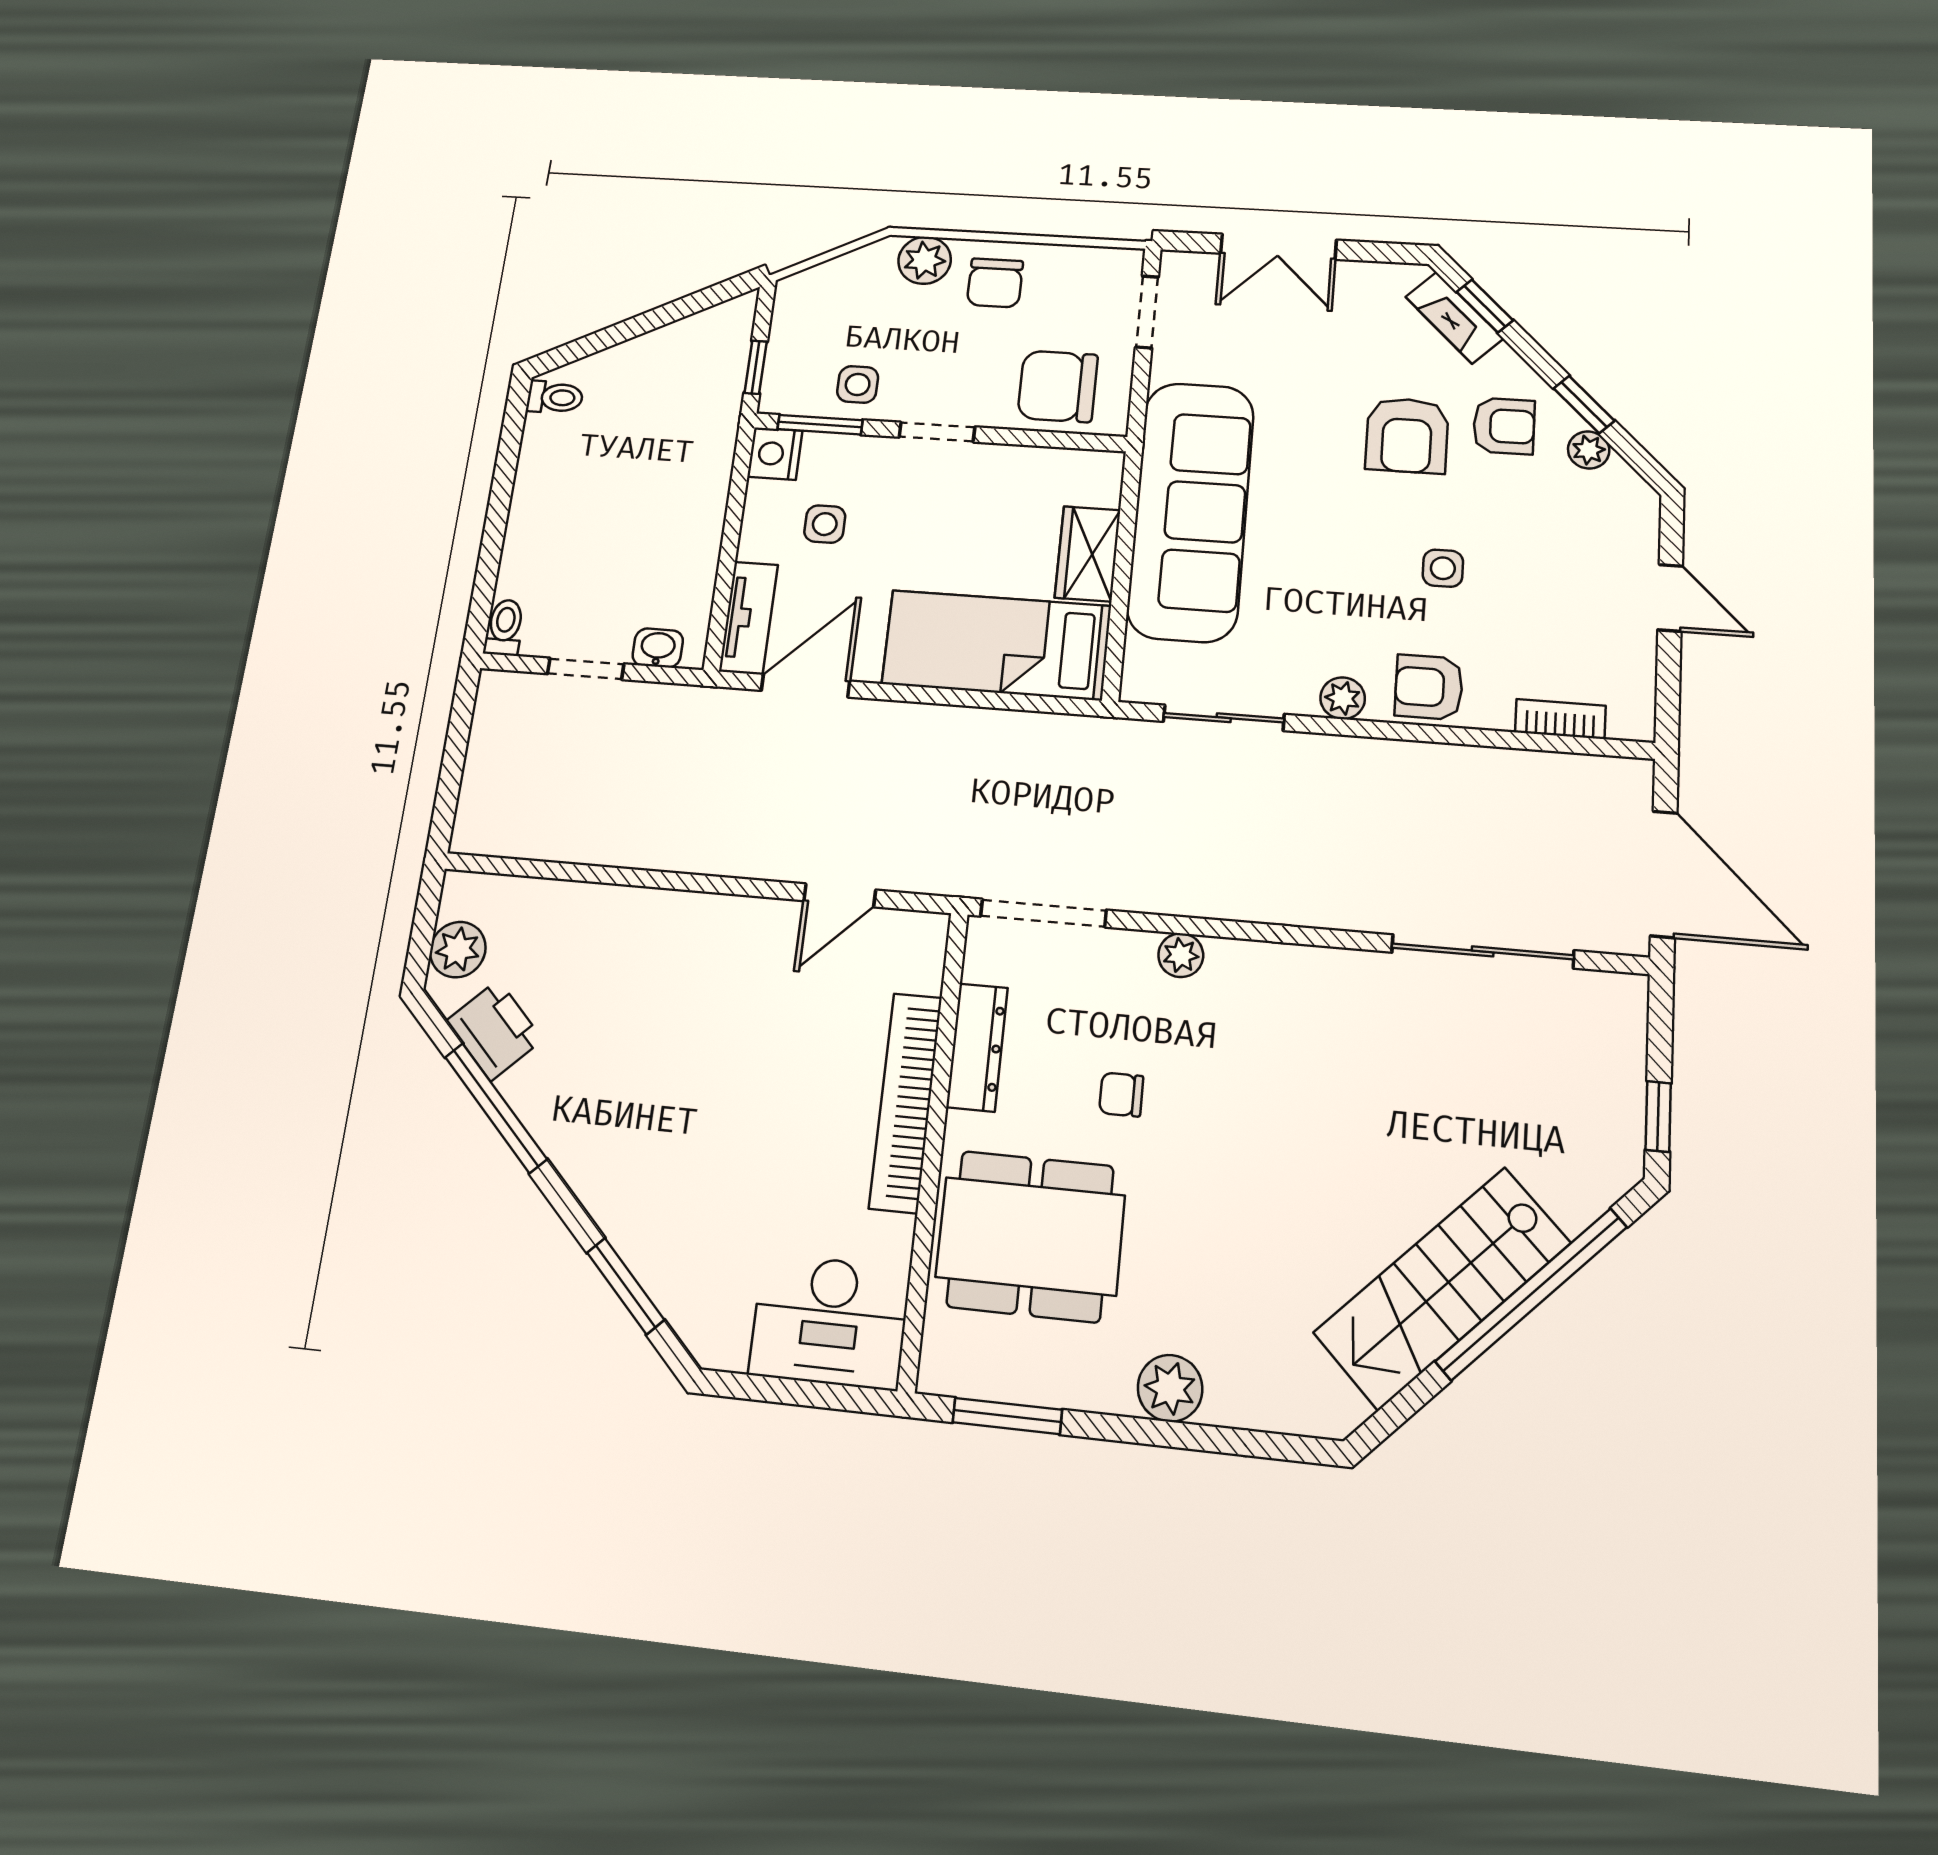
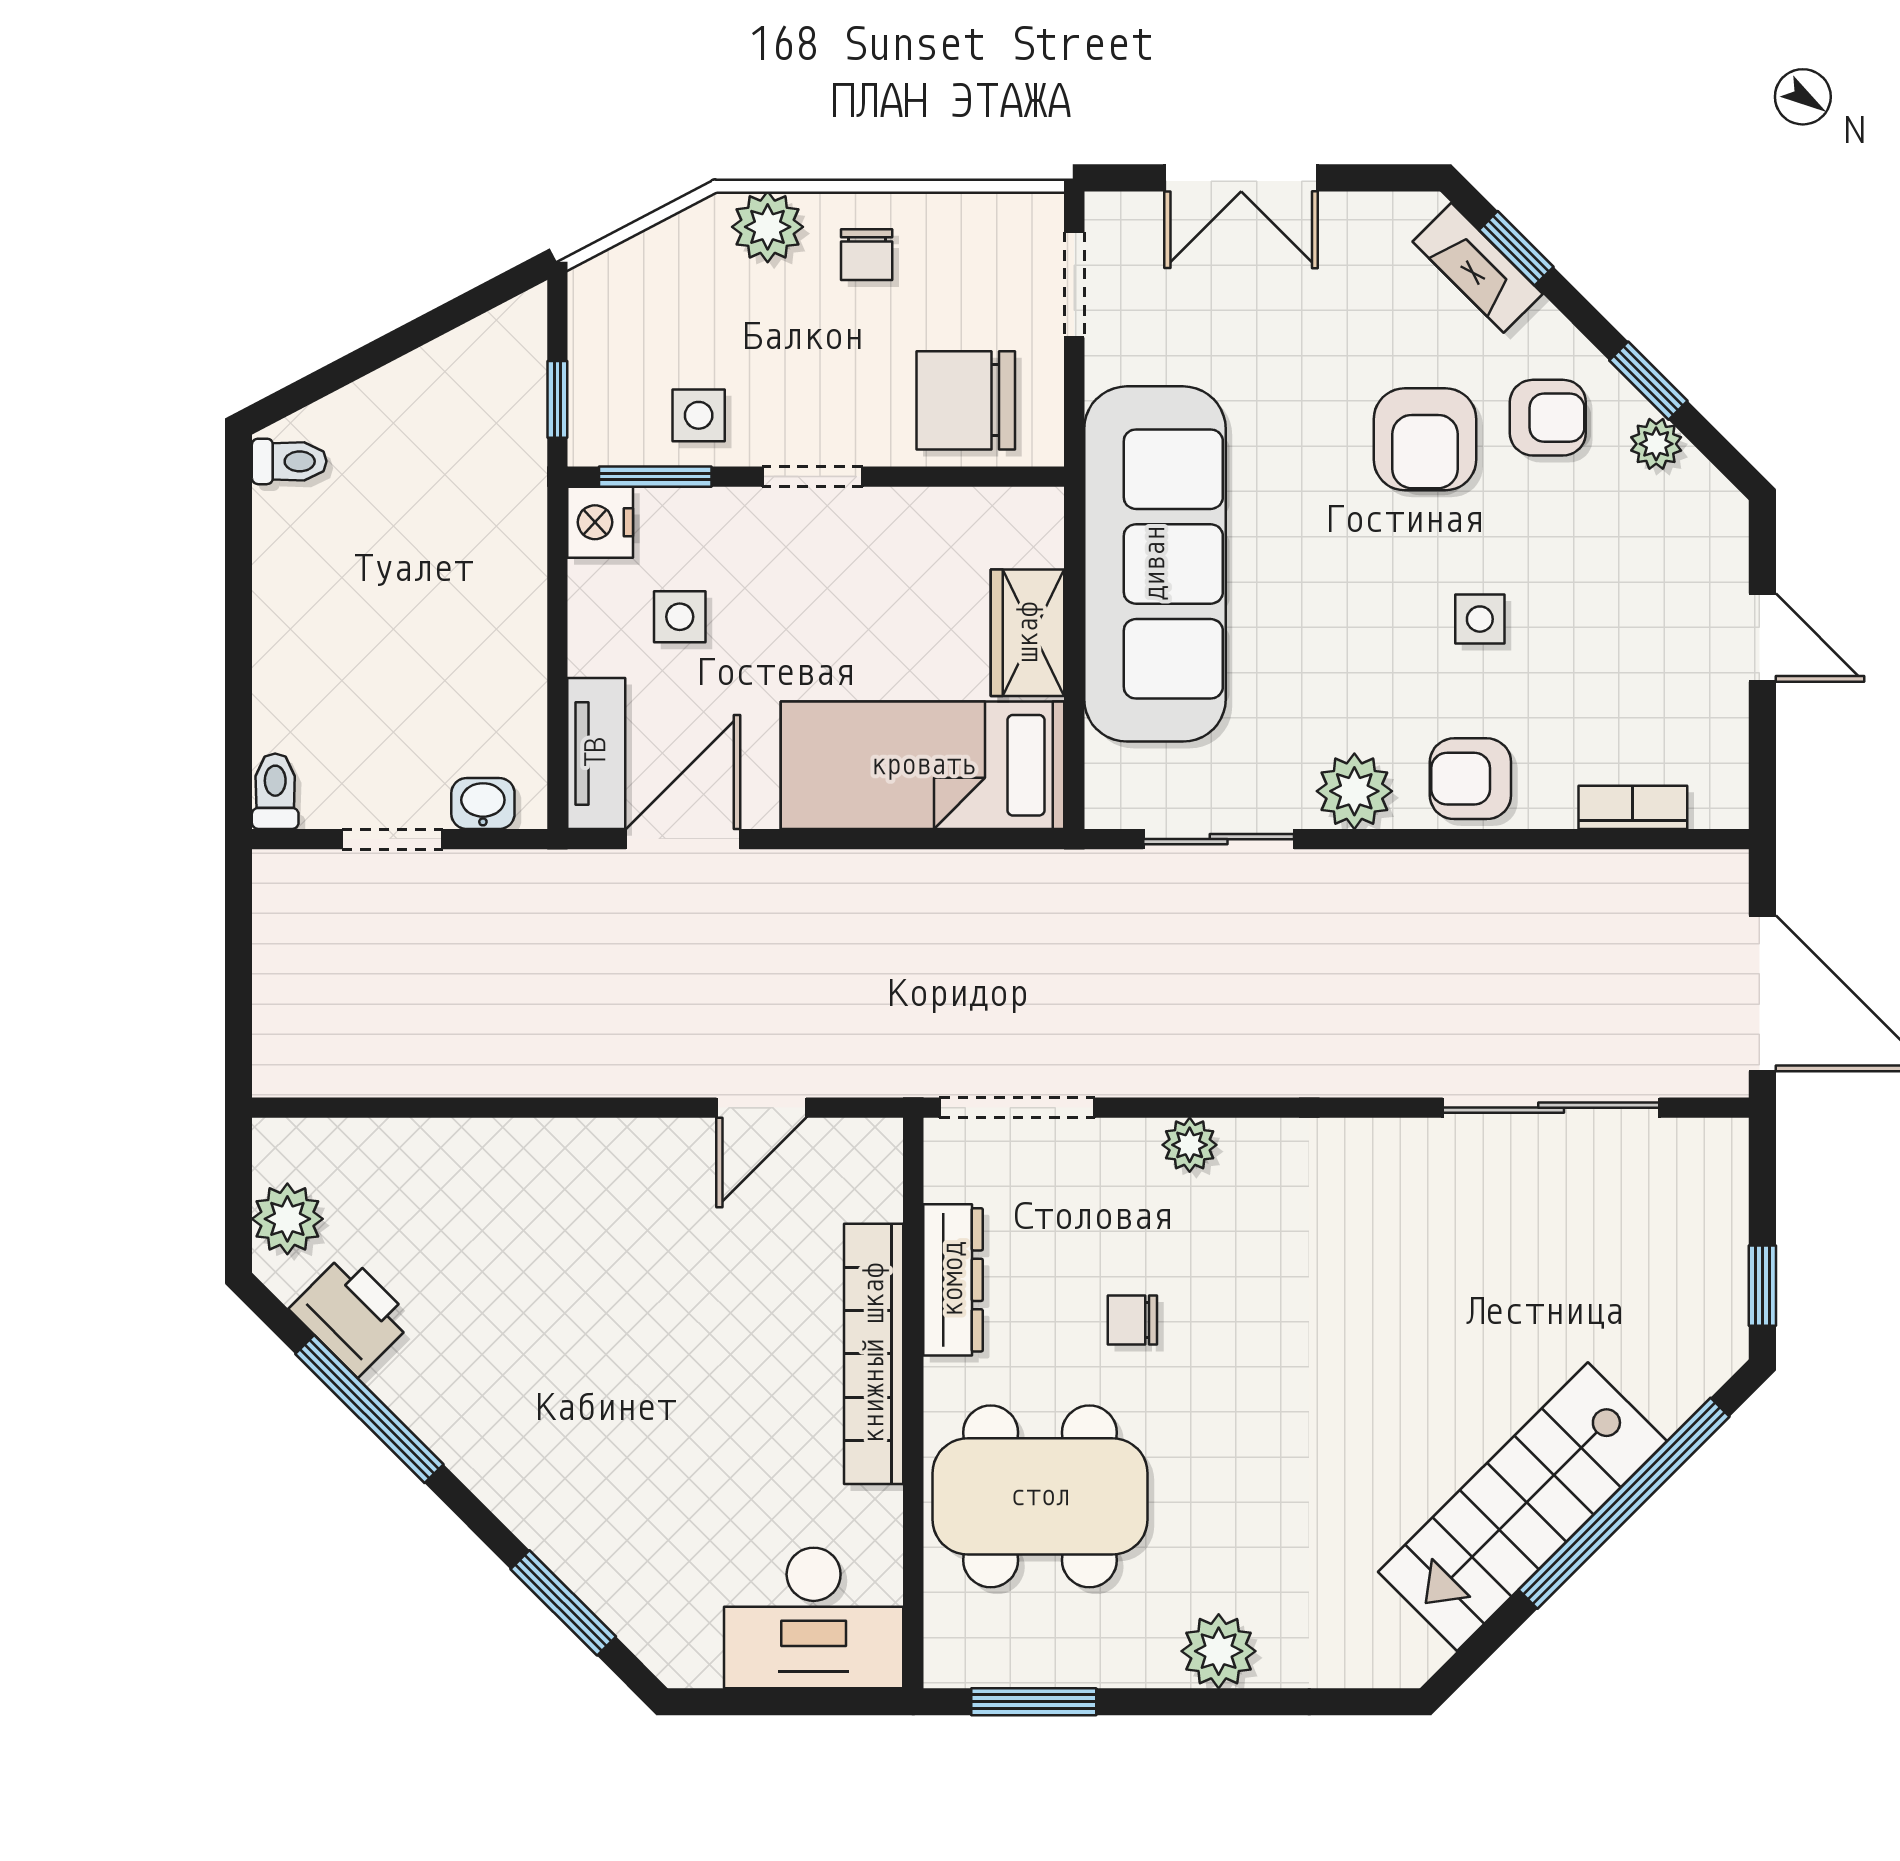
chair: (995, 283) -> (867, 255), width x0.73, depth x0.73
plant: (1343, 698) -> (1354, 791), width x1.38, depth x1.38

